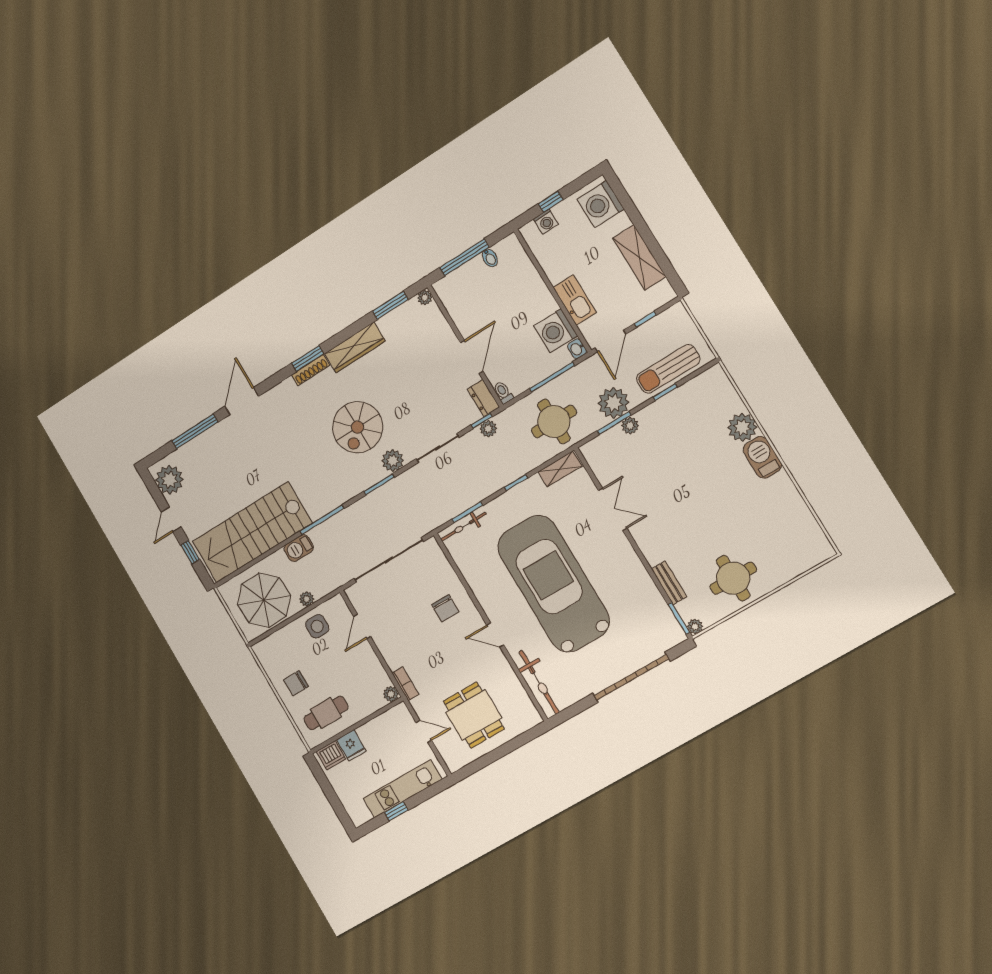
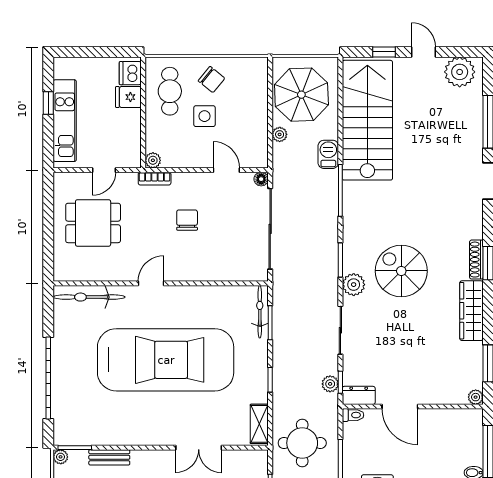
floor lamp: (352, 593) -> (261, 179), added
chair: (445, 608) -> (187, 220), moved, turned 90
side table: (317, 626) -> (204, 116), moved
chair: (296, 683) -> (212, 79), turned 129

